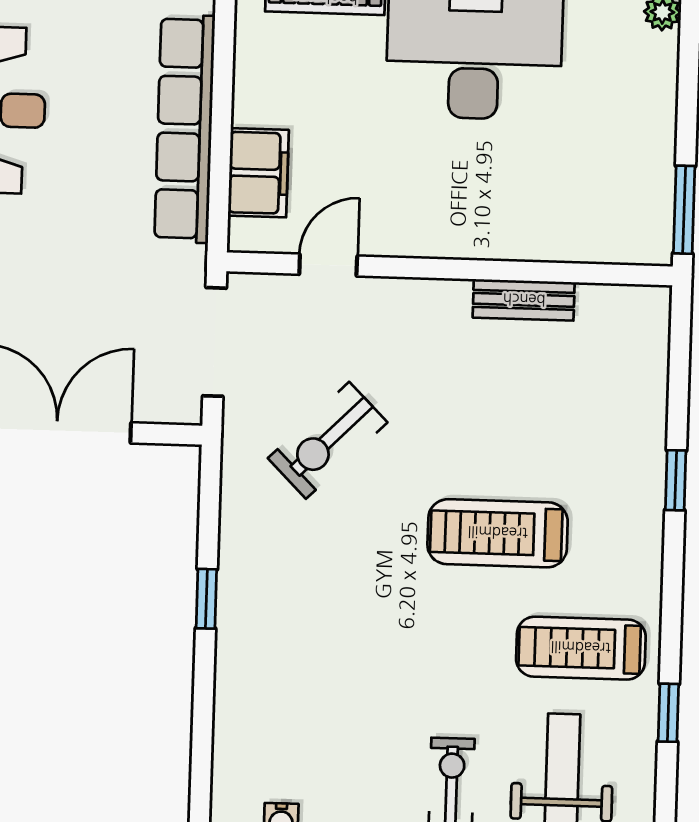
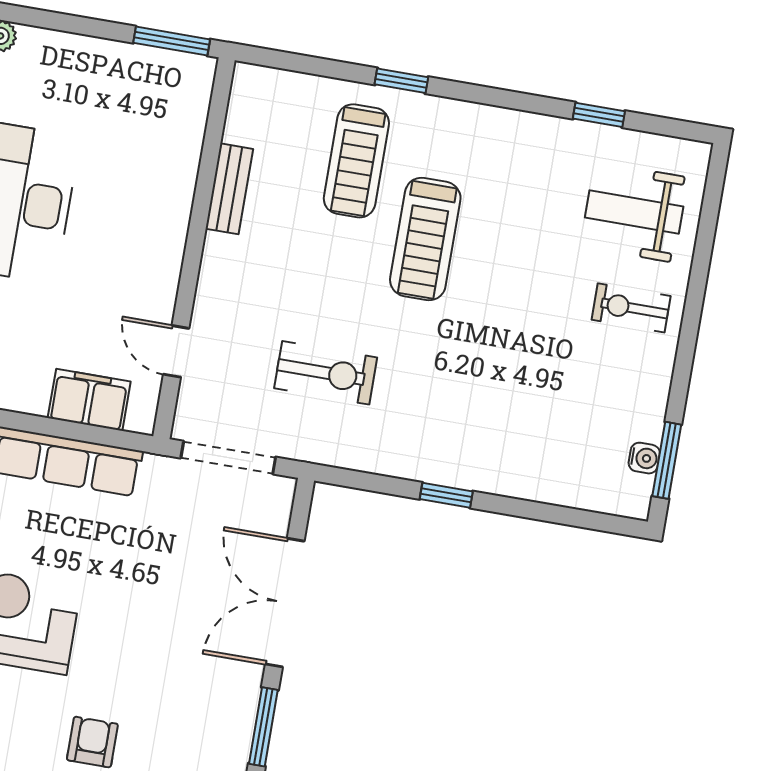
exercise bike: (328, 440) -> (326, 373), turned -45
treadmill: (581, 648) -> (356, 161), moved

